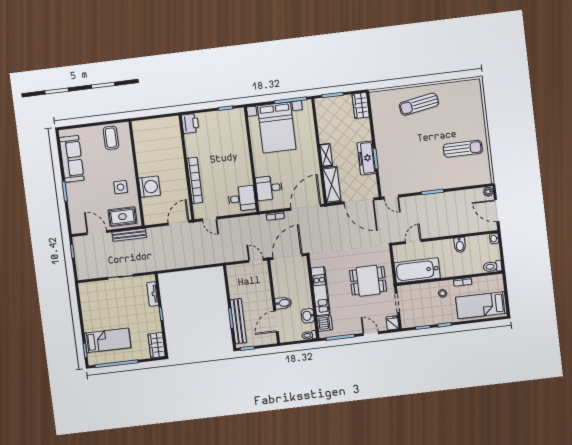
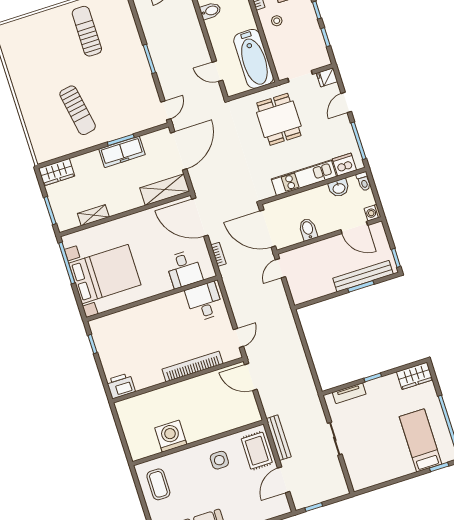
sun lounger: (419, 104) -> (78, 110), moved
coffee table: (111, 138) -> (158, 484), turned 90
shelving: (326, 155) -> (93, 215), moved
washing machine: (149, 187) -> (171, 436), moved
bidet: (283, 303) -> (308, 229), moved
washing machine: (284, 337) -> (372, 213), added

